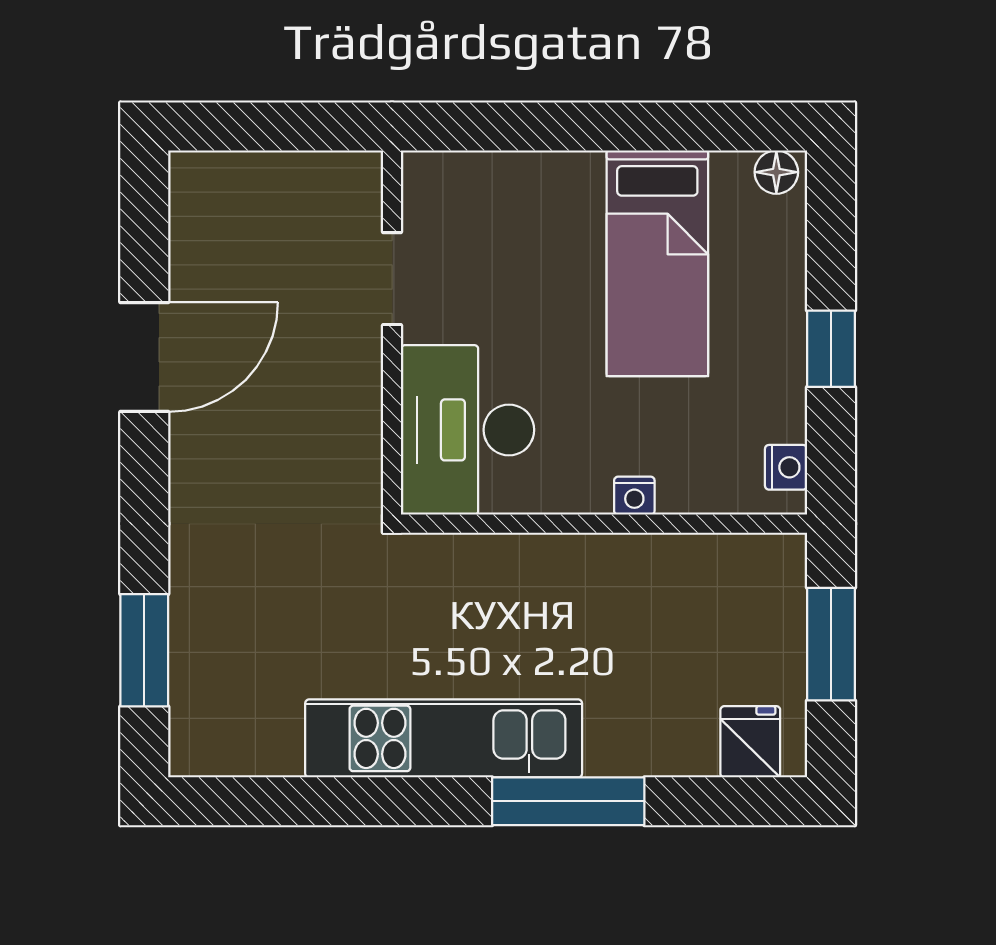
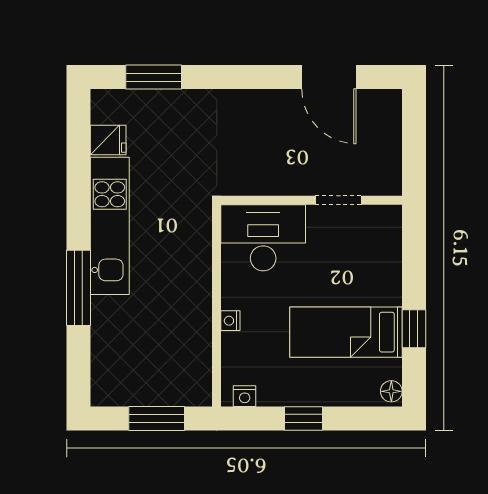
window: (651, 127) -> (414, 329), added
door: (144, 357) -> (329, 77), moved
fridge: (750, 742) -> (108, 140), moved

